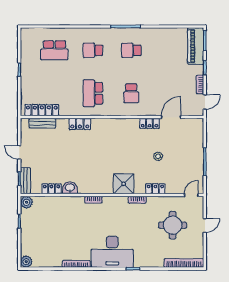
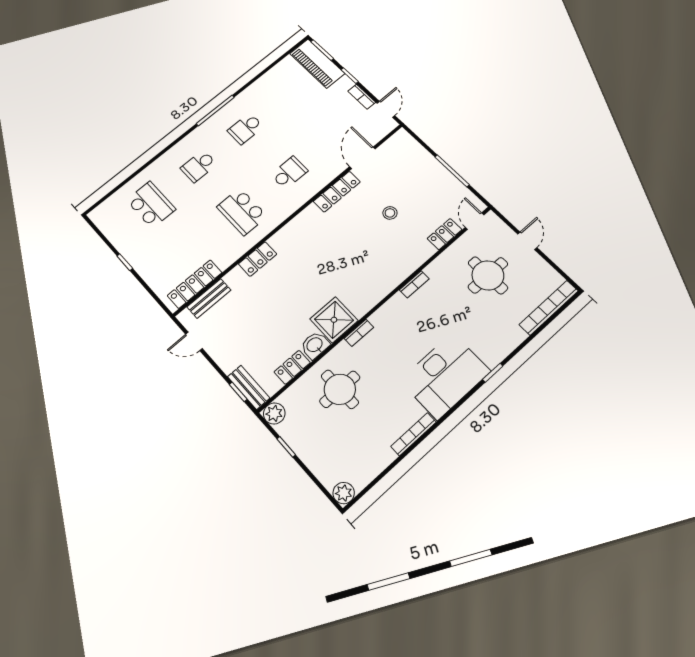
school desk: (54, 50) -> (151, 205), turned -90
school desk: (131, 93) -> (289, 173), turned -90
locker: (149, 123) -> (337, 192), width x1.53
door: (19, 152) -> (194, 341), moved
shower: (124, 184) -> (334, 320), moved
locker: (155, 189) -> (445, 234), moved
round table: (63, 217) -> (340, 389), added

